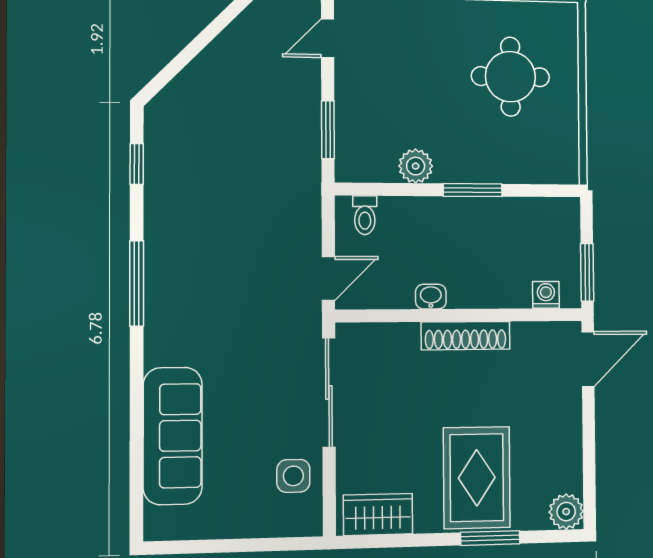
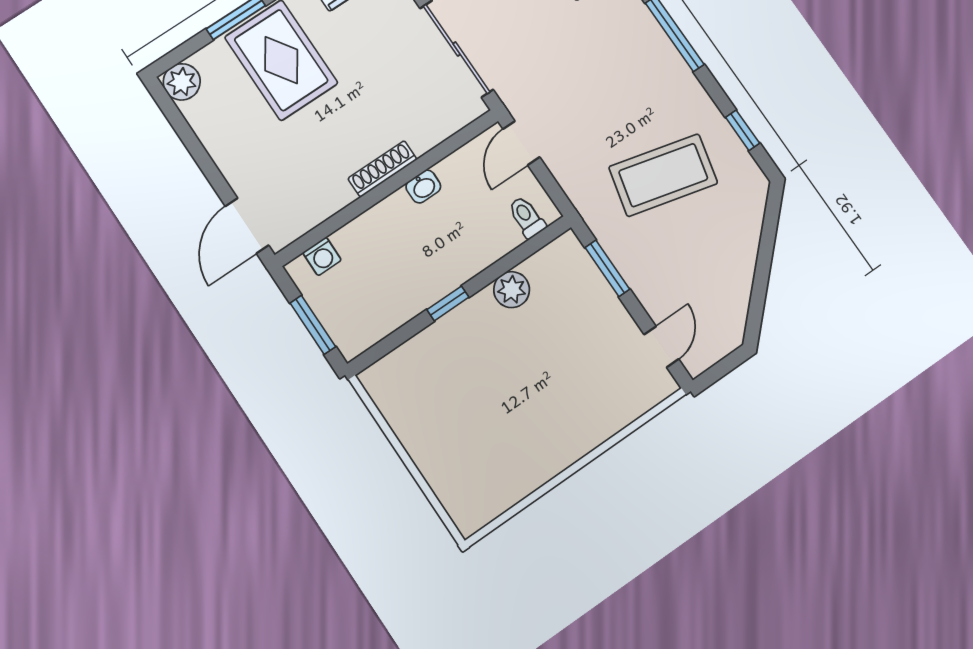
round table: (510, 77) -> (481, 428), removed
coffee table: (230, 173) -> (663, 175), added
window: (473, 190) -> (448, 303), width x0.67
window: (587, 272) -> (313, 325), moved
shoe rack: (466, 336) -> (382, 169), width x0.74, depth x0.81

